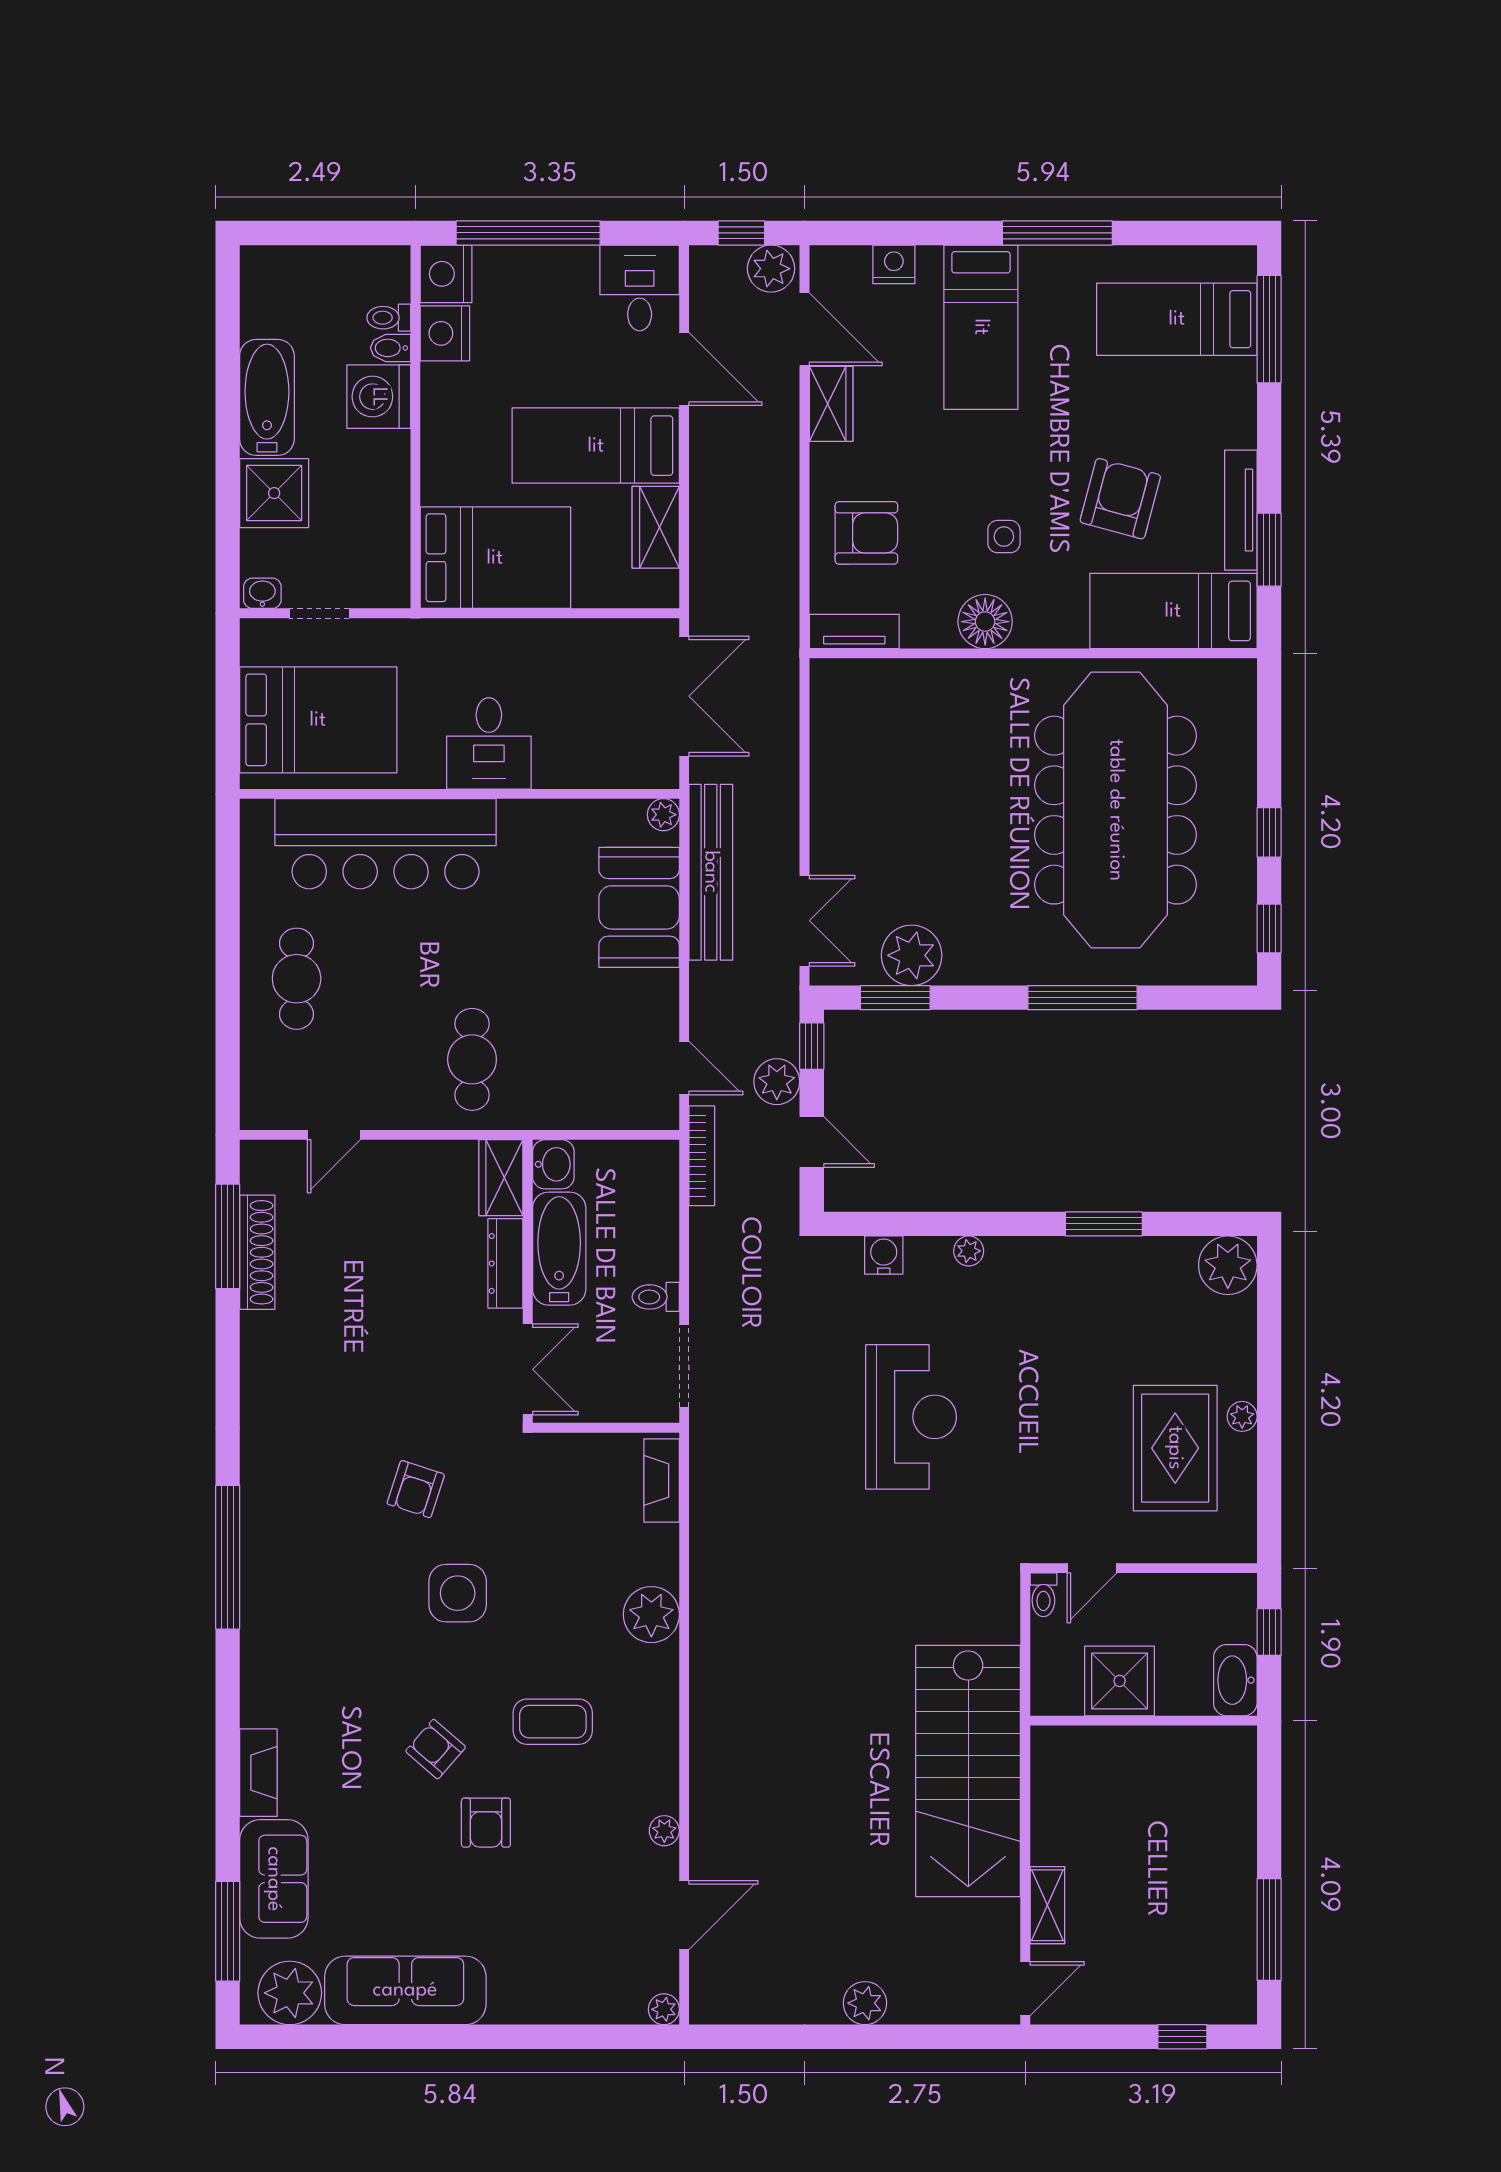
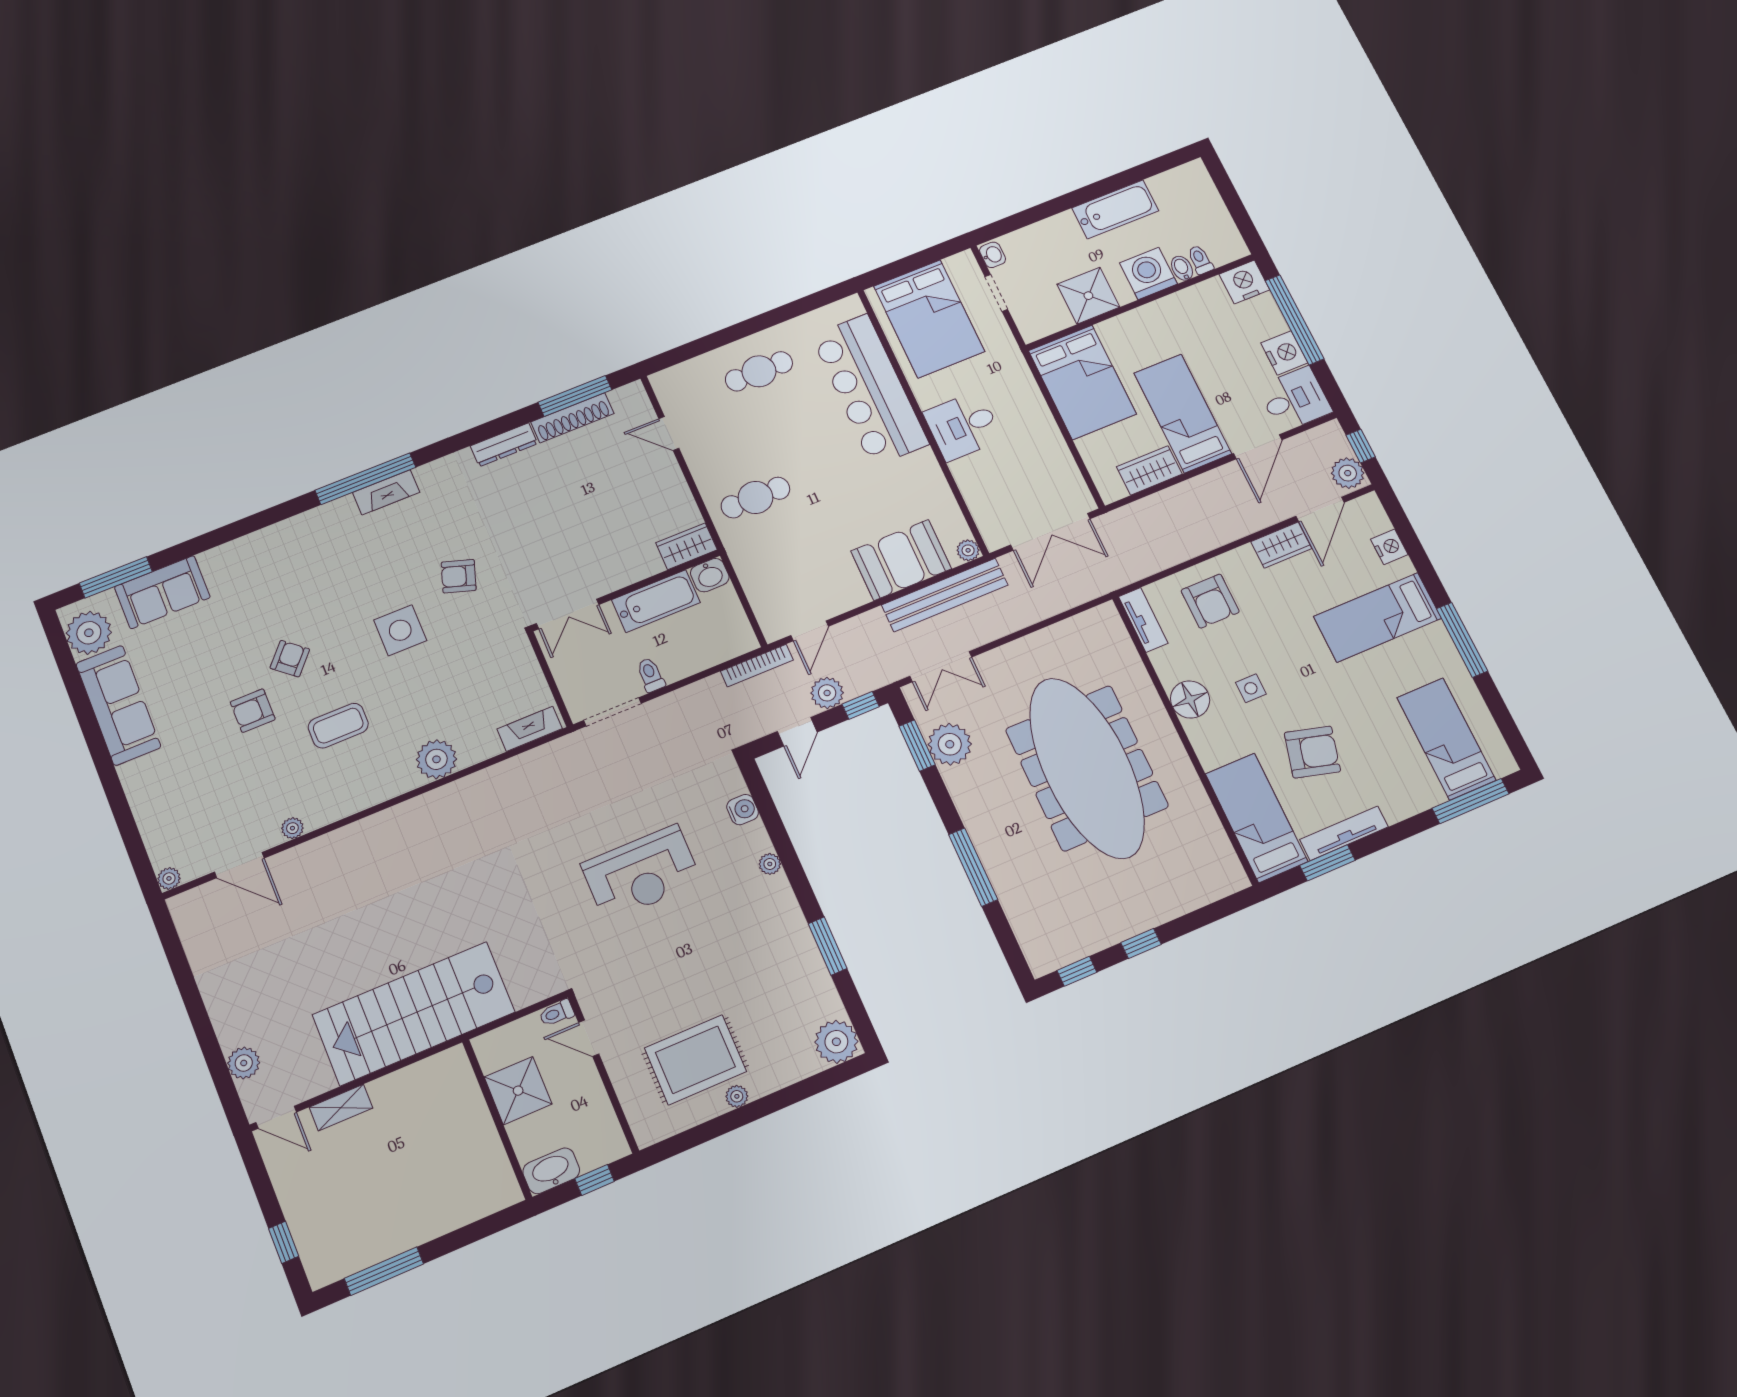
nightstand: (445, 333) -> (1284, 353), moved, turned 90
shower: (274, 493) -> (1088, 296), moved
meeting table: (1116, 810) -> (1087, 768), moved, turned 90
dresser: (505, 1263) -> (504, 445), moved, turned 180
coffee table: (553, 1722) -> (338, 726), turned 90
fireplace: (258, 1773) -> (386, 492), moved
plant: (865, 2003) -> (244, 1063), moved

